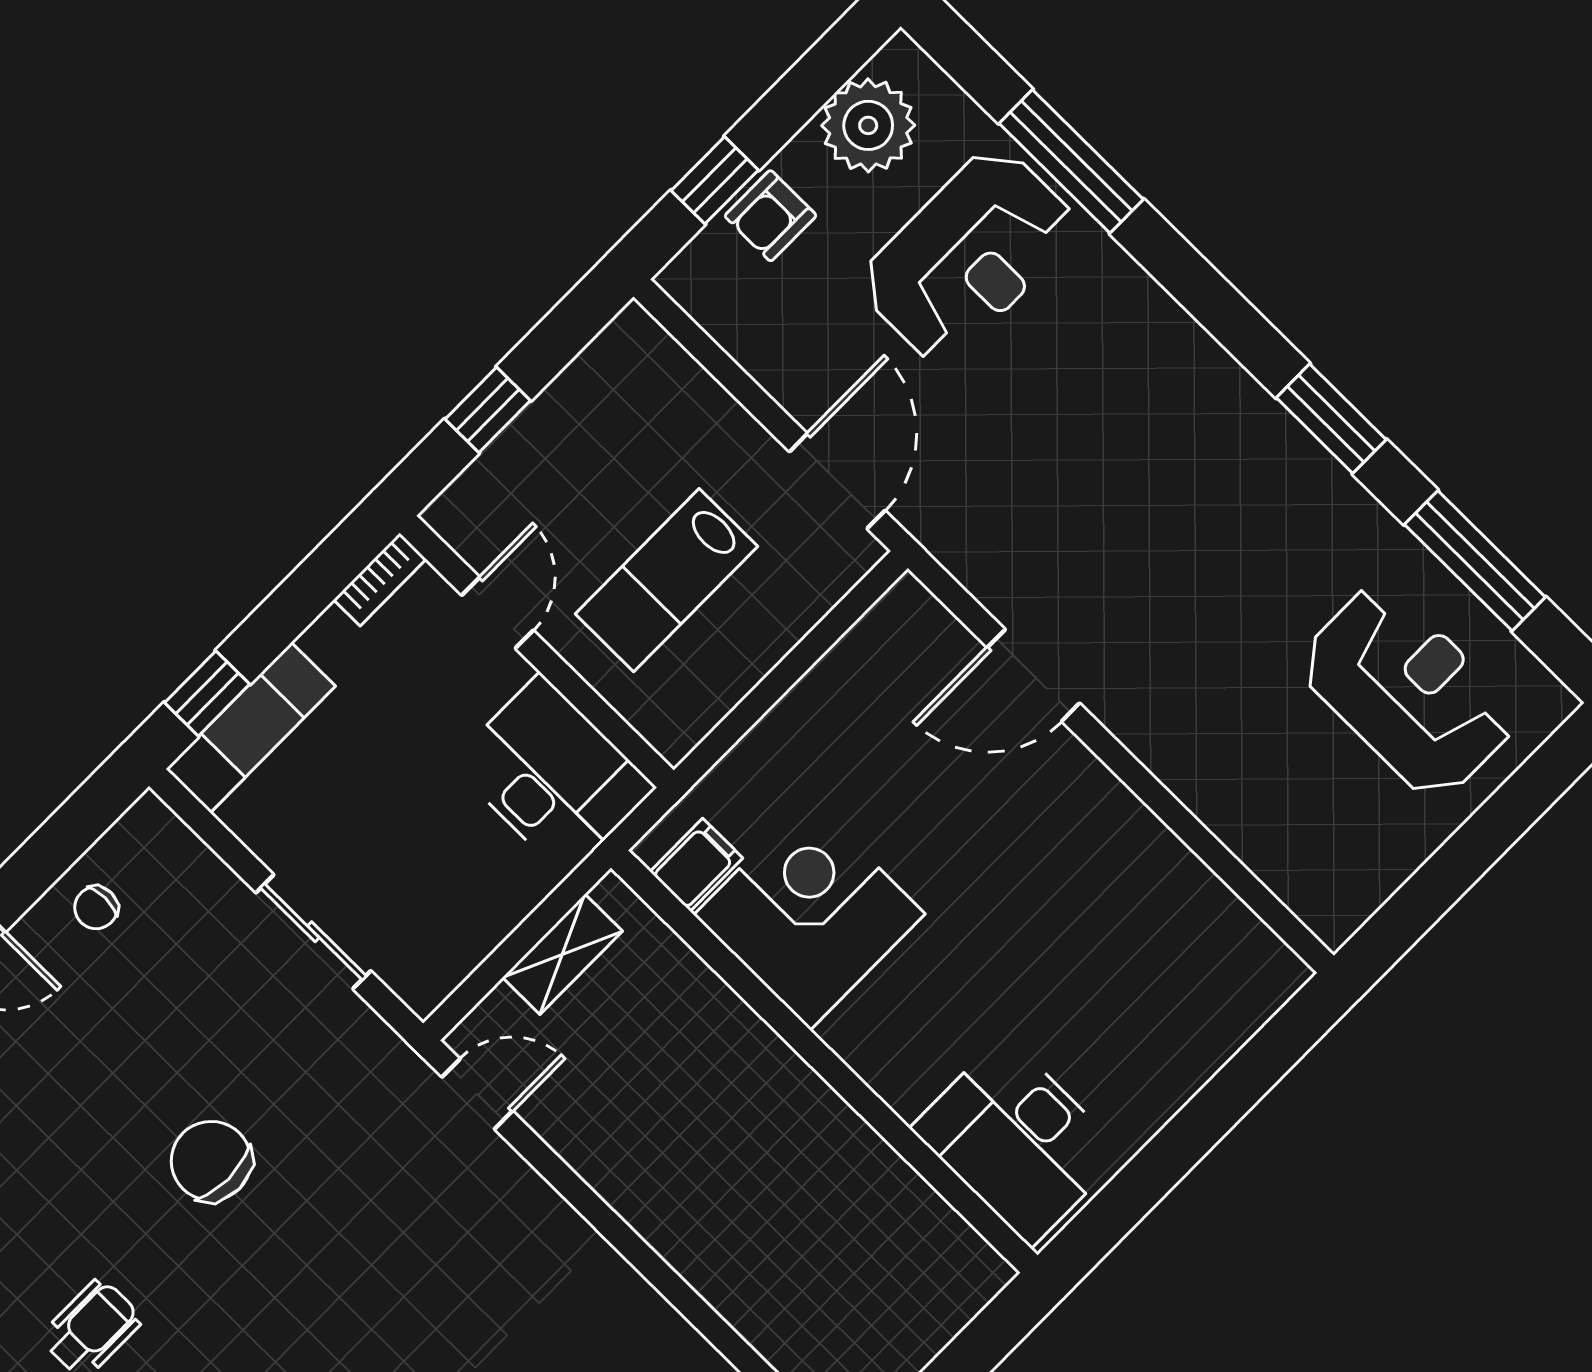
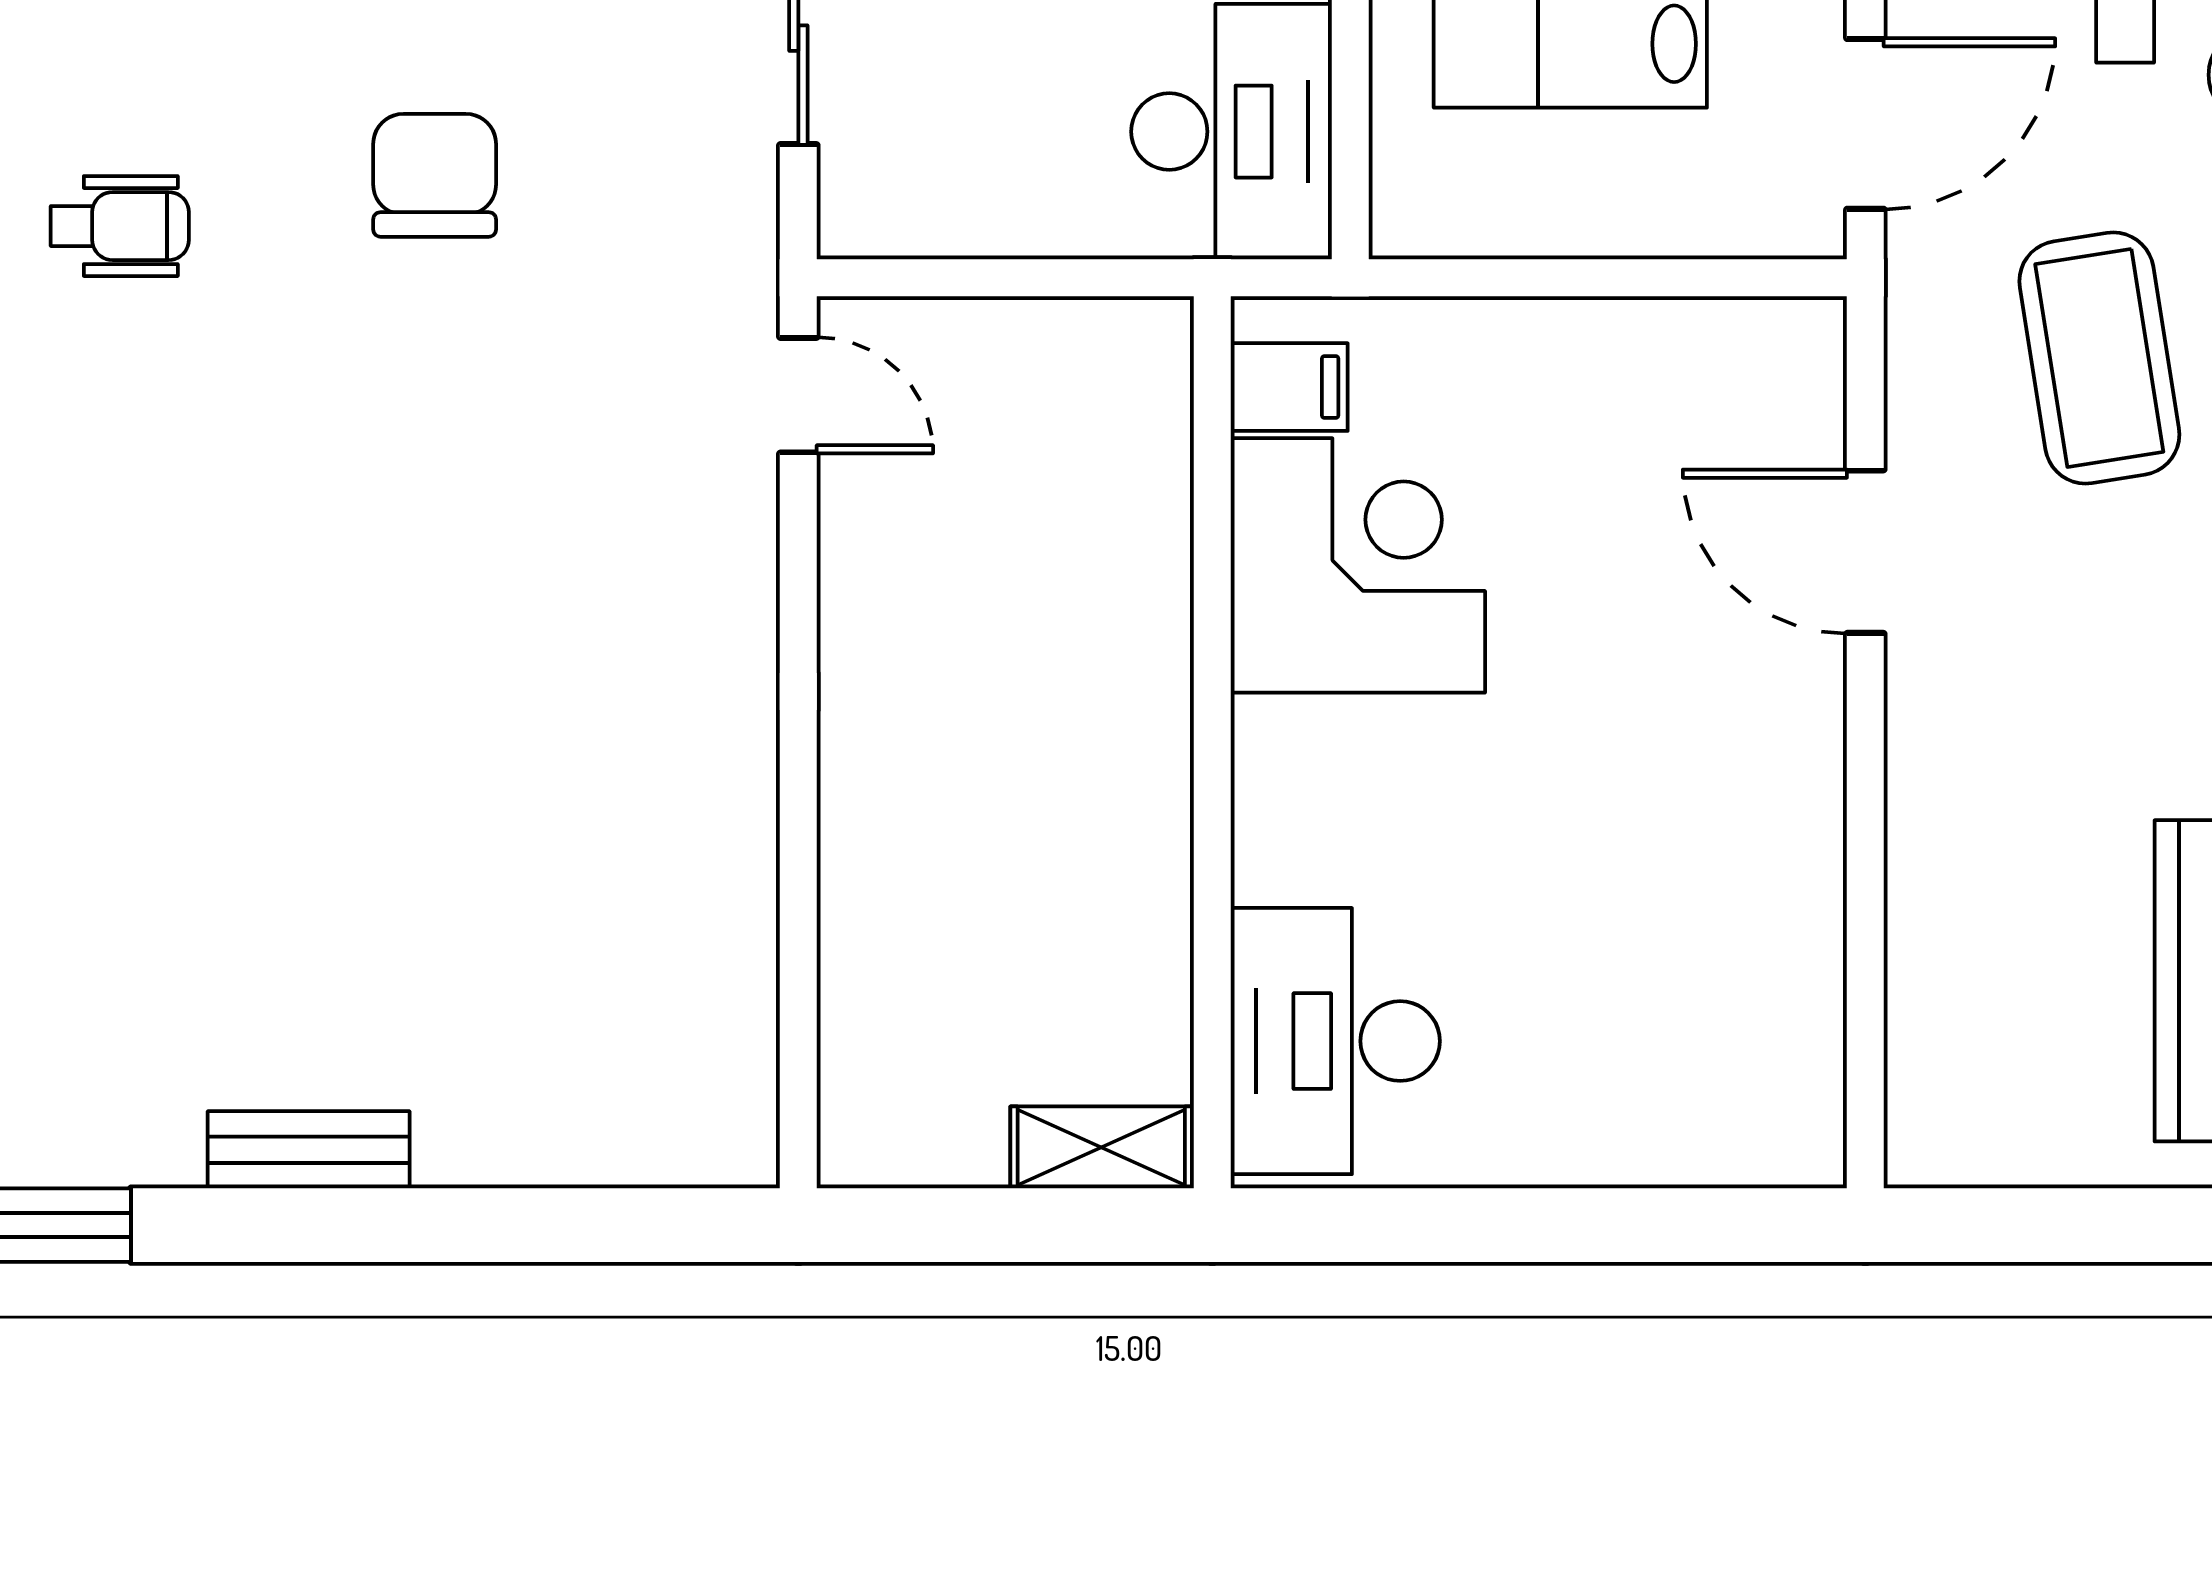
coffee table: (1051, 480) -> (2099, 358), added
shelving: (562, 954) -> (1101, 1147), moved

